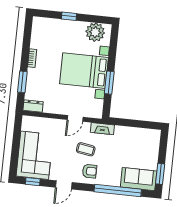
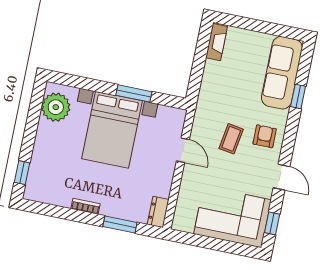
window: (69, 16) -> (22, 173), moved
fireplace: (102, 129) -> (216, 42), moved
window: (160, 174) -> (279, 30), removed
sofa: (139, 179) -> (282, 73), width x1.36
window: (118, 191) -> (298, 96), width x0.32

